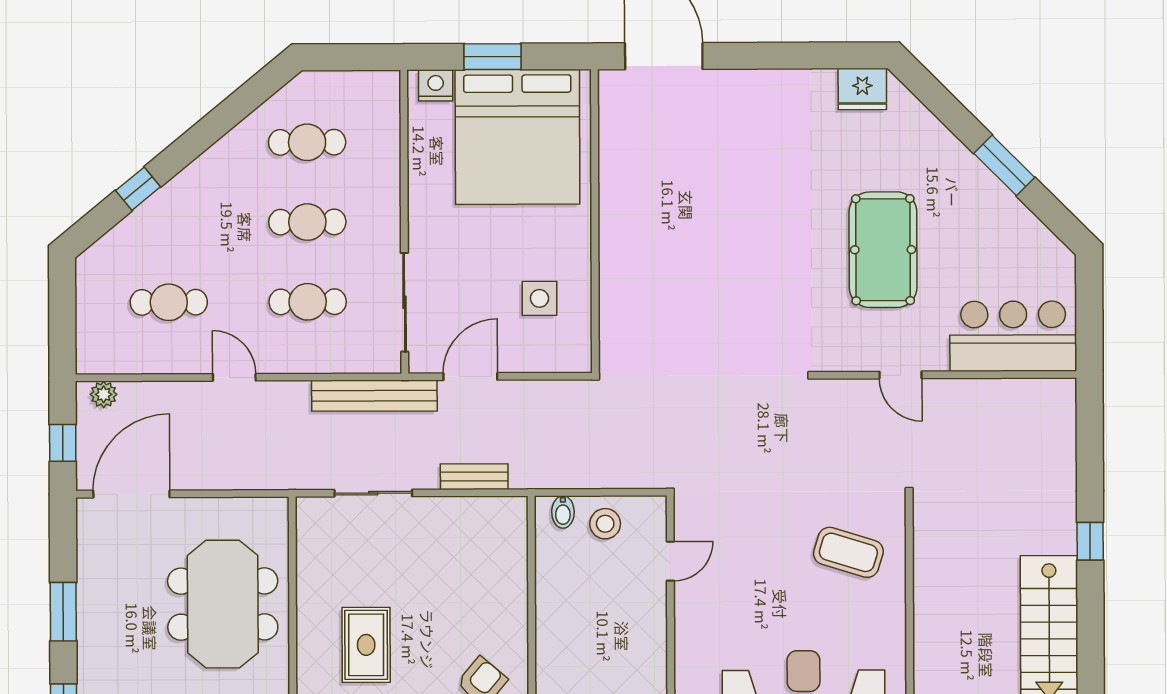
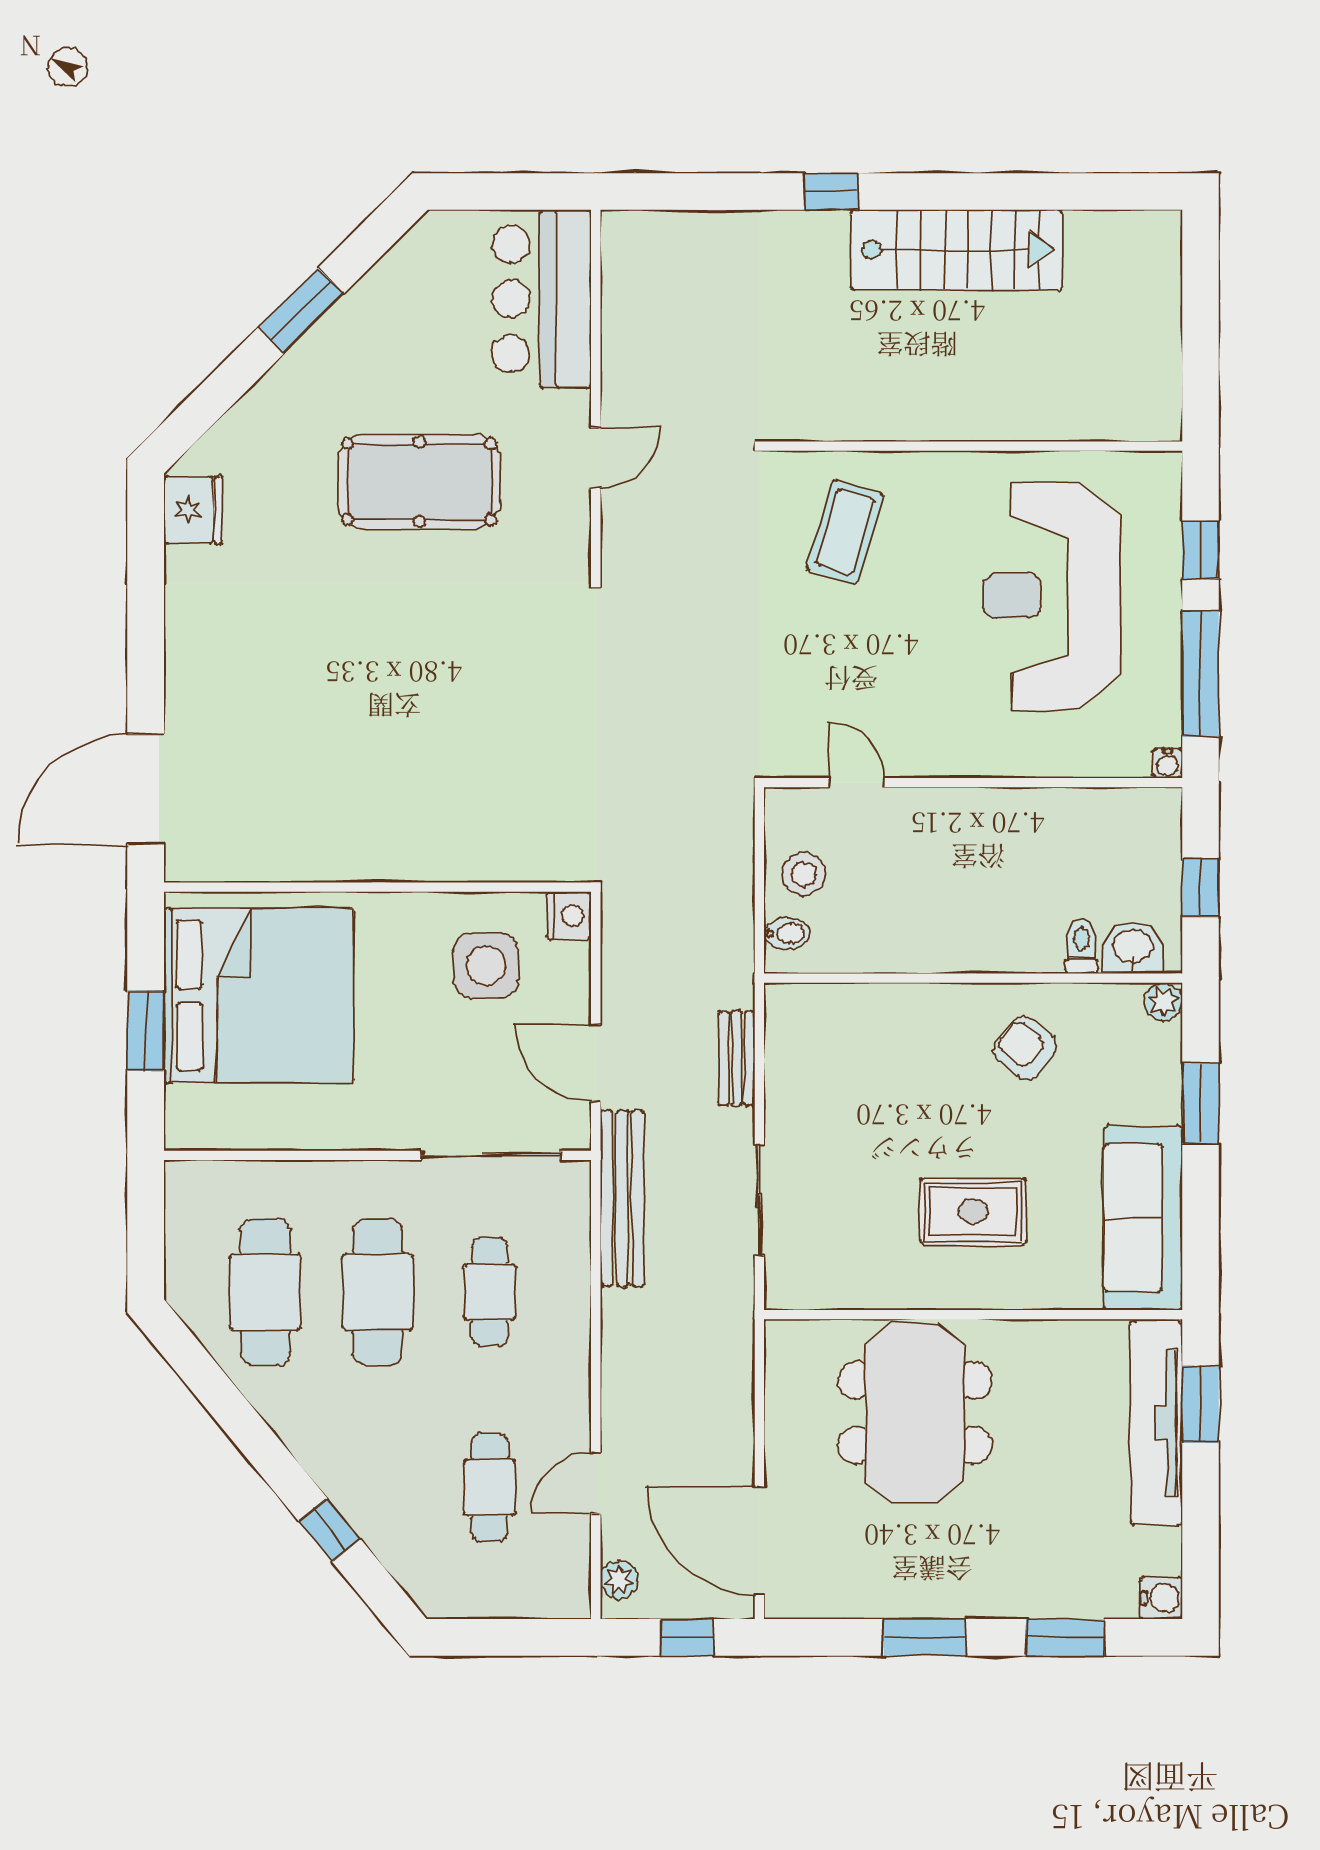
nightstand: (436, 85) -> (569, 916), moved, turned 180
cafe table: (307, 142) -> (265, 1292), width x1.37, depth x1.35
cafe table: (307, 222) -> (377, 1292), width x1.37, depth x1.35
side table: (539, 298) -> (486, 966), width x1.37, depth x1.37
door: (234, 377) -> (596, 1483), moved
meeting table: (223, 604) -> (915, 1413), turned 90

